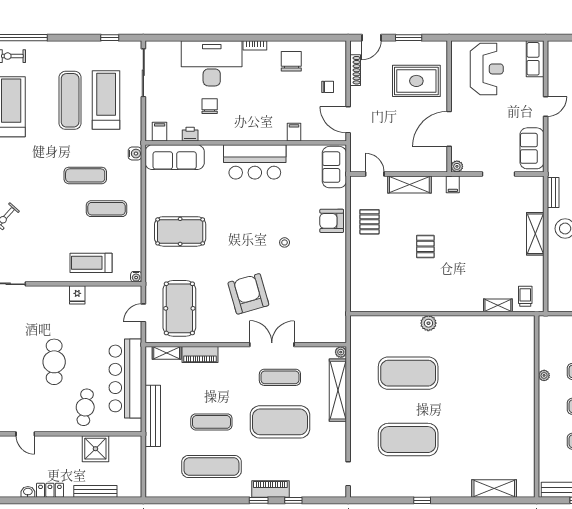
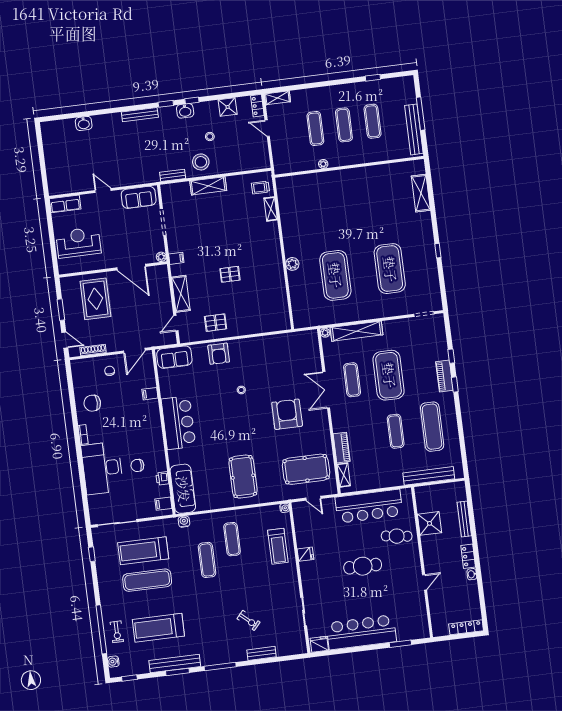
armchair: (248, 294) -> (287, 414), turned 106
bench: (153, 416) -> (429, 476), moved

